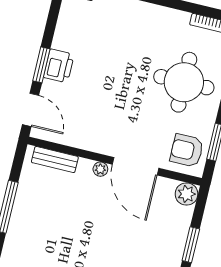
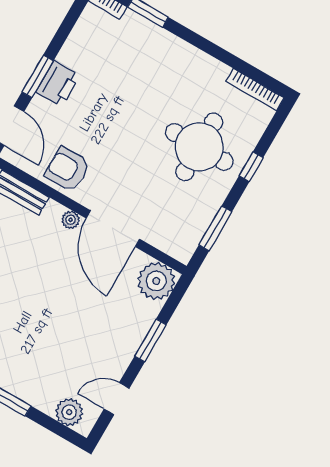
armchair: (187, 150) -> (68, 169), moved
plant: (187, 194) -> (156, 281), width x1.36, depth x1.36

